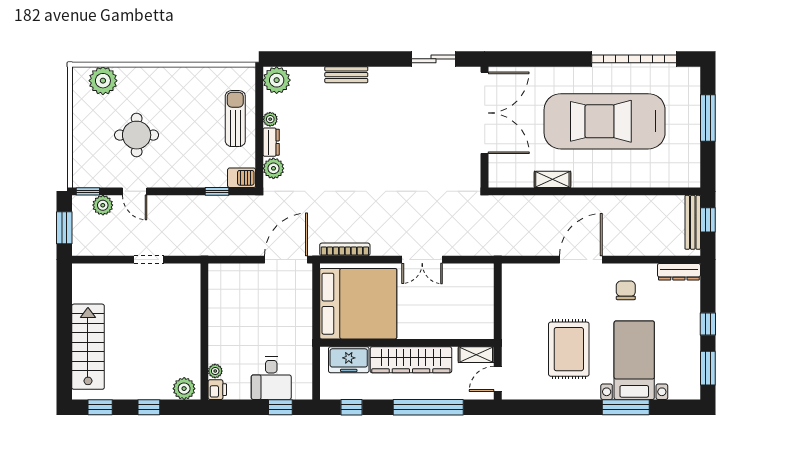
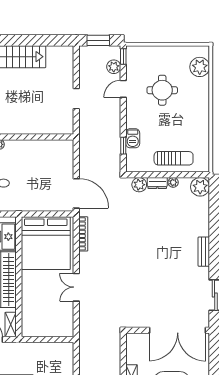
bench: (346, 75) -> (204, 252), moved
barbecue: (242, 178) -> (133, 138), moved

